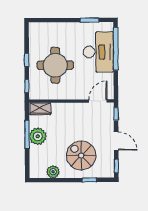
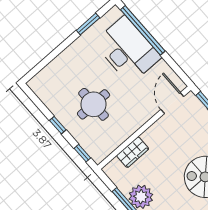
round table: (55, 65) -> (94, 104), width x0.73, depth x0.73
wardrobe: (40, 109) -> (133, 152), moved

